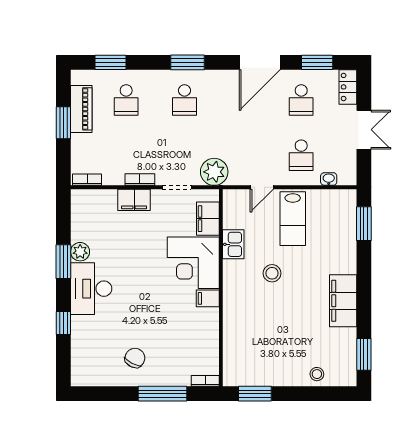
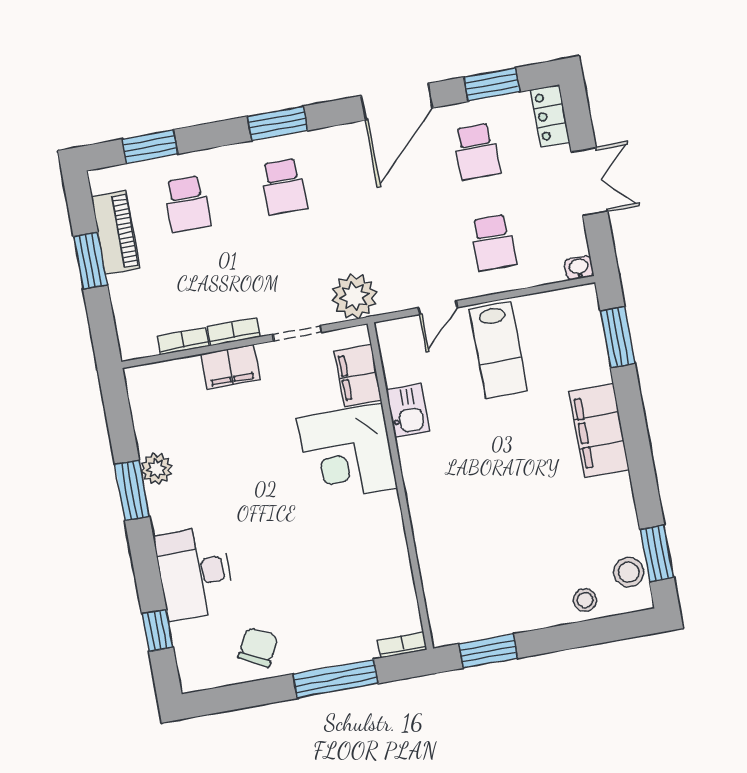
washbasin: (329, 179) -> (579, 268), moved
bookcase: (87, 180) -> (183, 341), moved
stool: (272, 273) -> (629, 572), moved
desk: (91, 289) -> (194, 573), moved
filing cabinet: (208, 298) -> (382, 508), removed
filing cabinet: (343, 301) -> (599, 431), moved
window: (63, 323) -> (158, 631), moved
chair: (135, 358) -> (258, 647), moved

